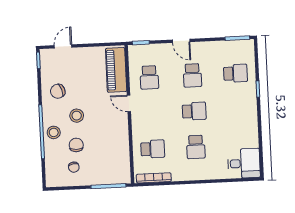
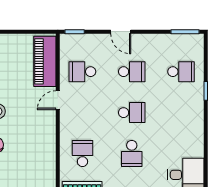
school desk: (192, 75) -> (132, 72), turned -90
school desk: (149, 77) -> (82, 72), turned 90
door: (129, 103) -> (58, 100), hinge flipped
school desk: (153, 149) -> (82, 153), turned -90

